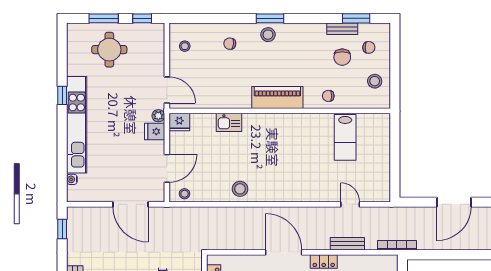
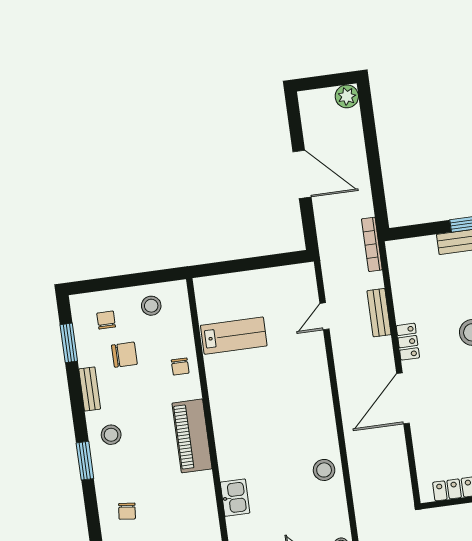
bench: (342, 29) -> (90, 389), moved
stool: (268, 35) -> (111, 435), moved

